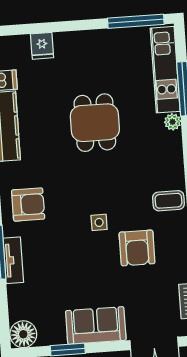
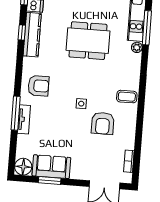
dining table: (95, 123) -> (88, 41), width x1.38
sofa: (96, 325) -> (51, 167), moved

